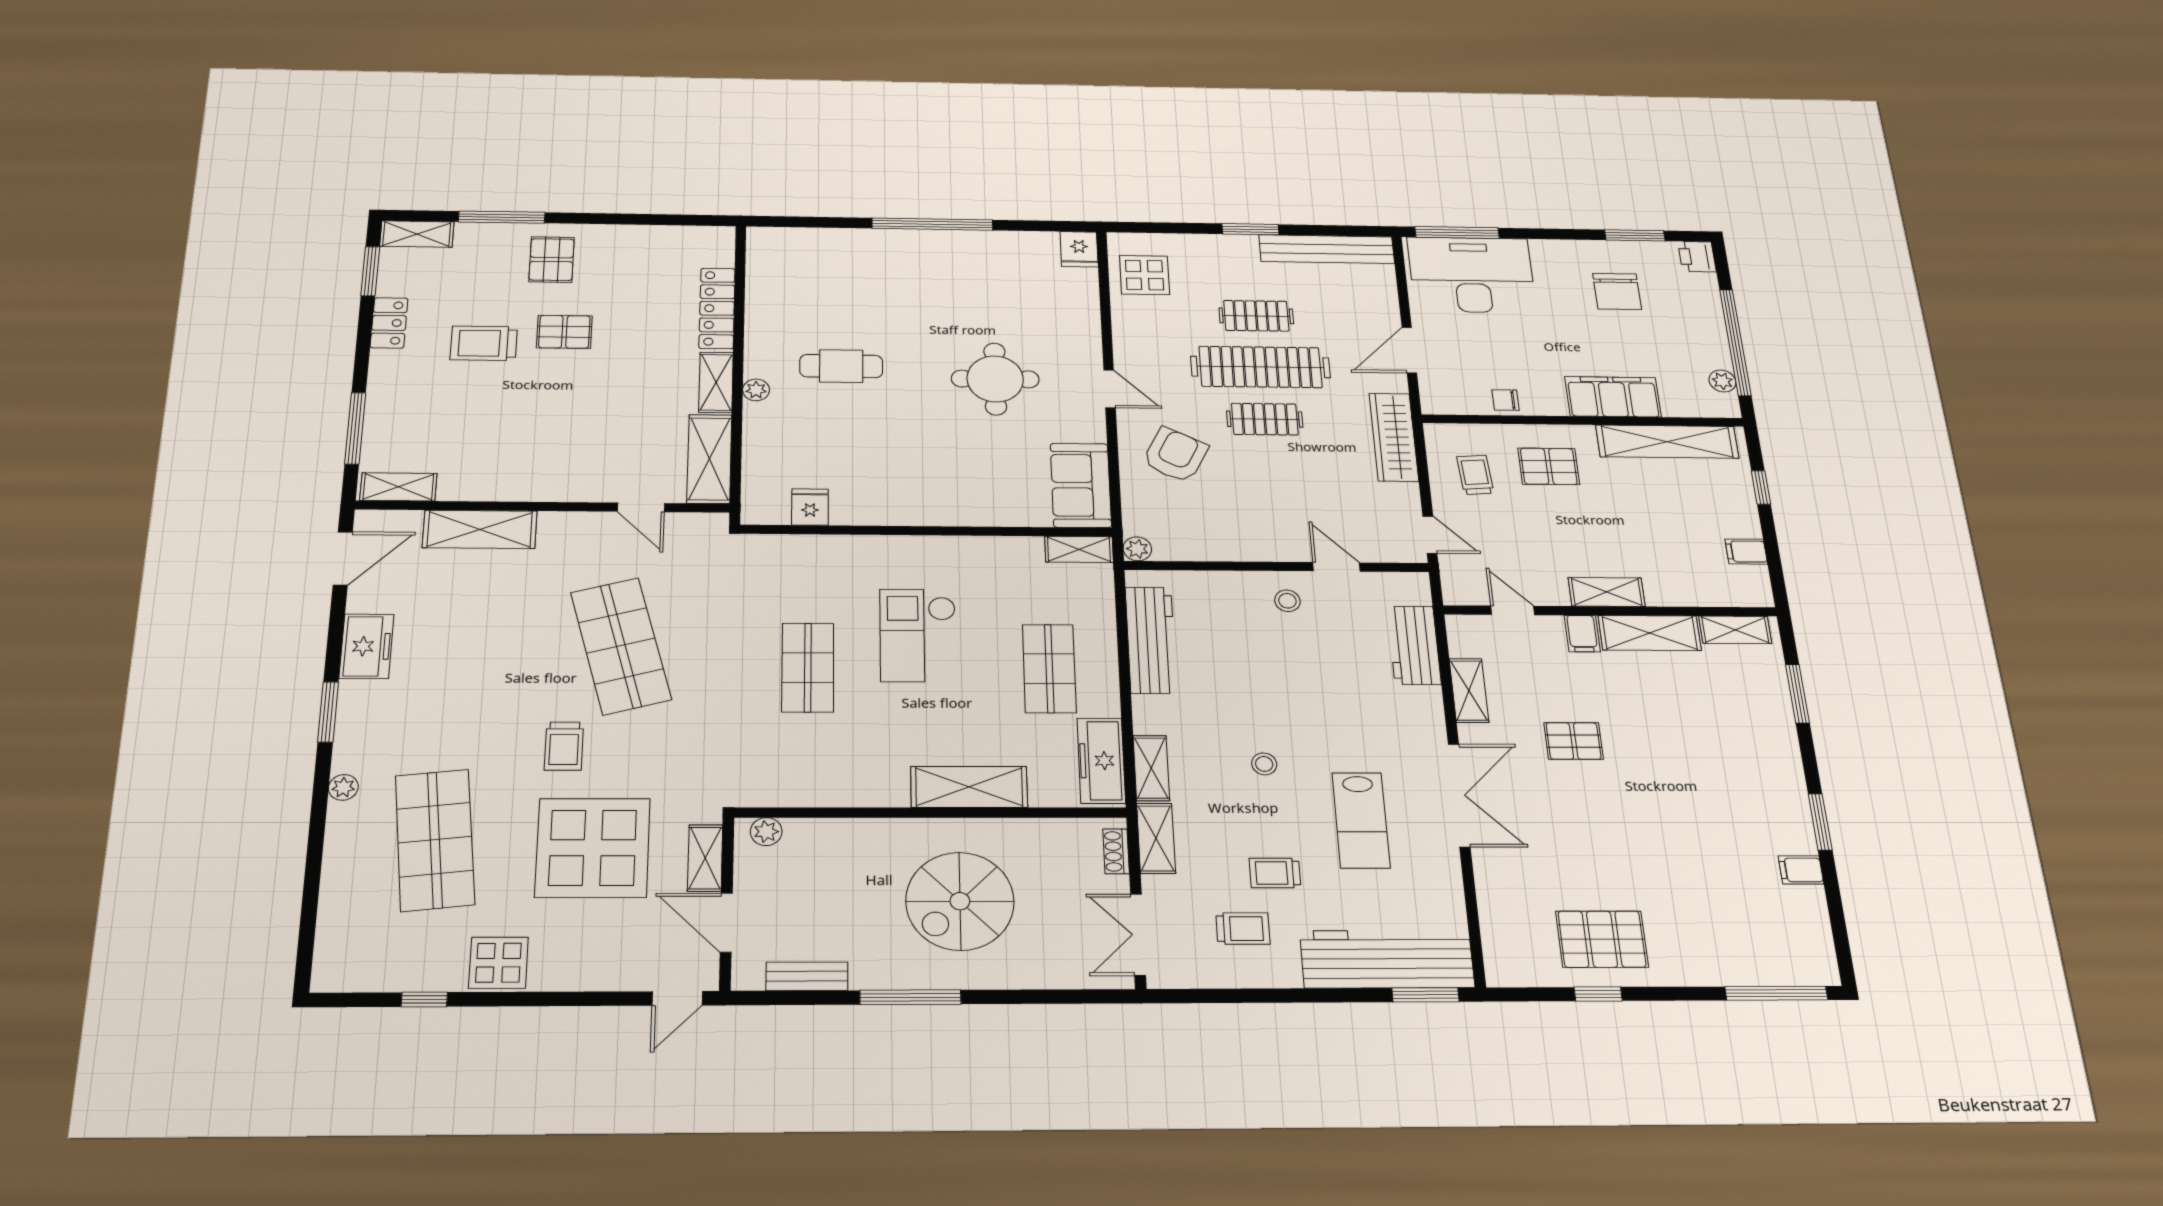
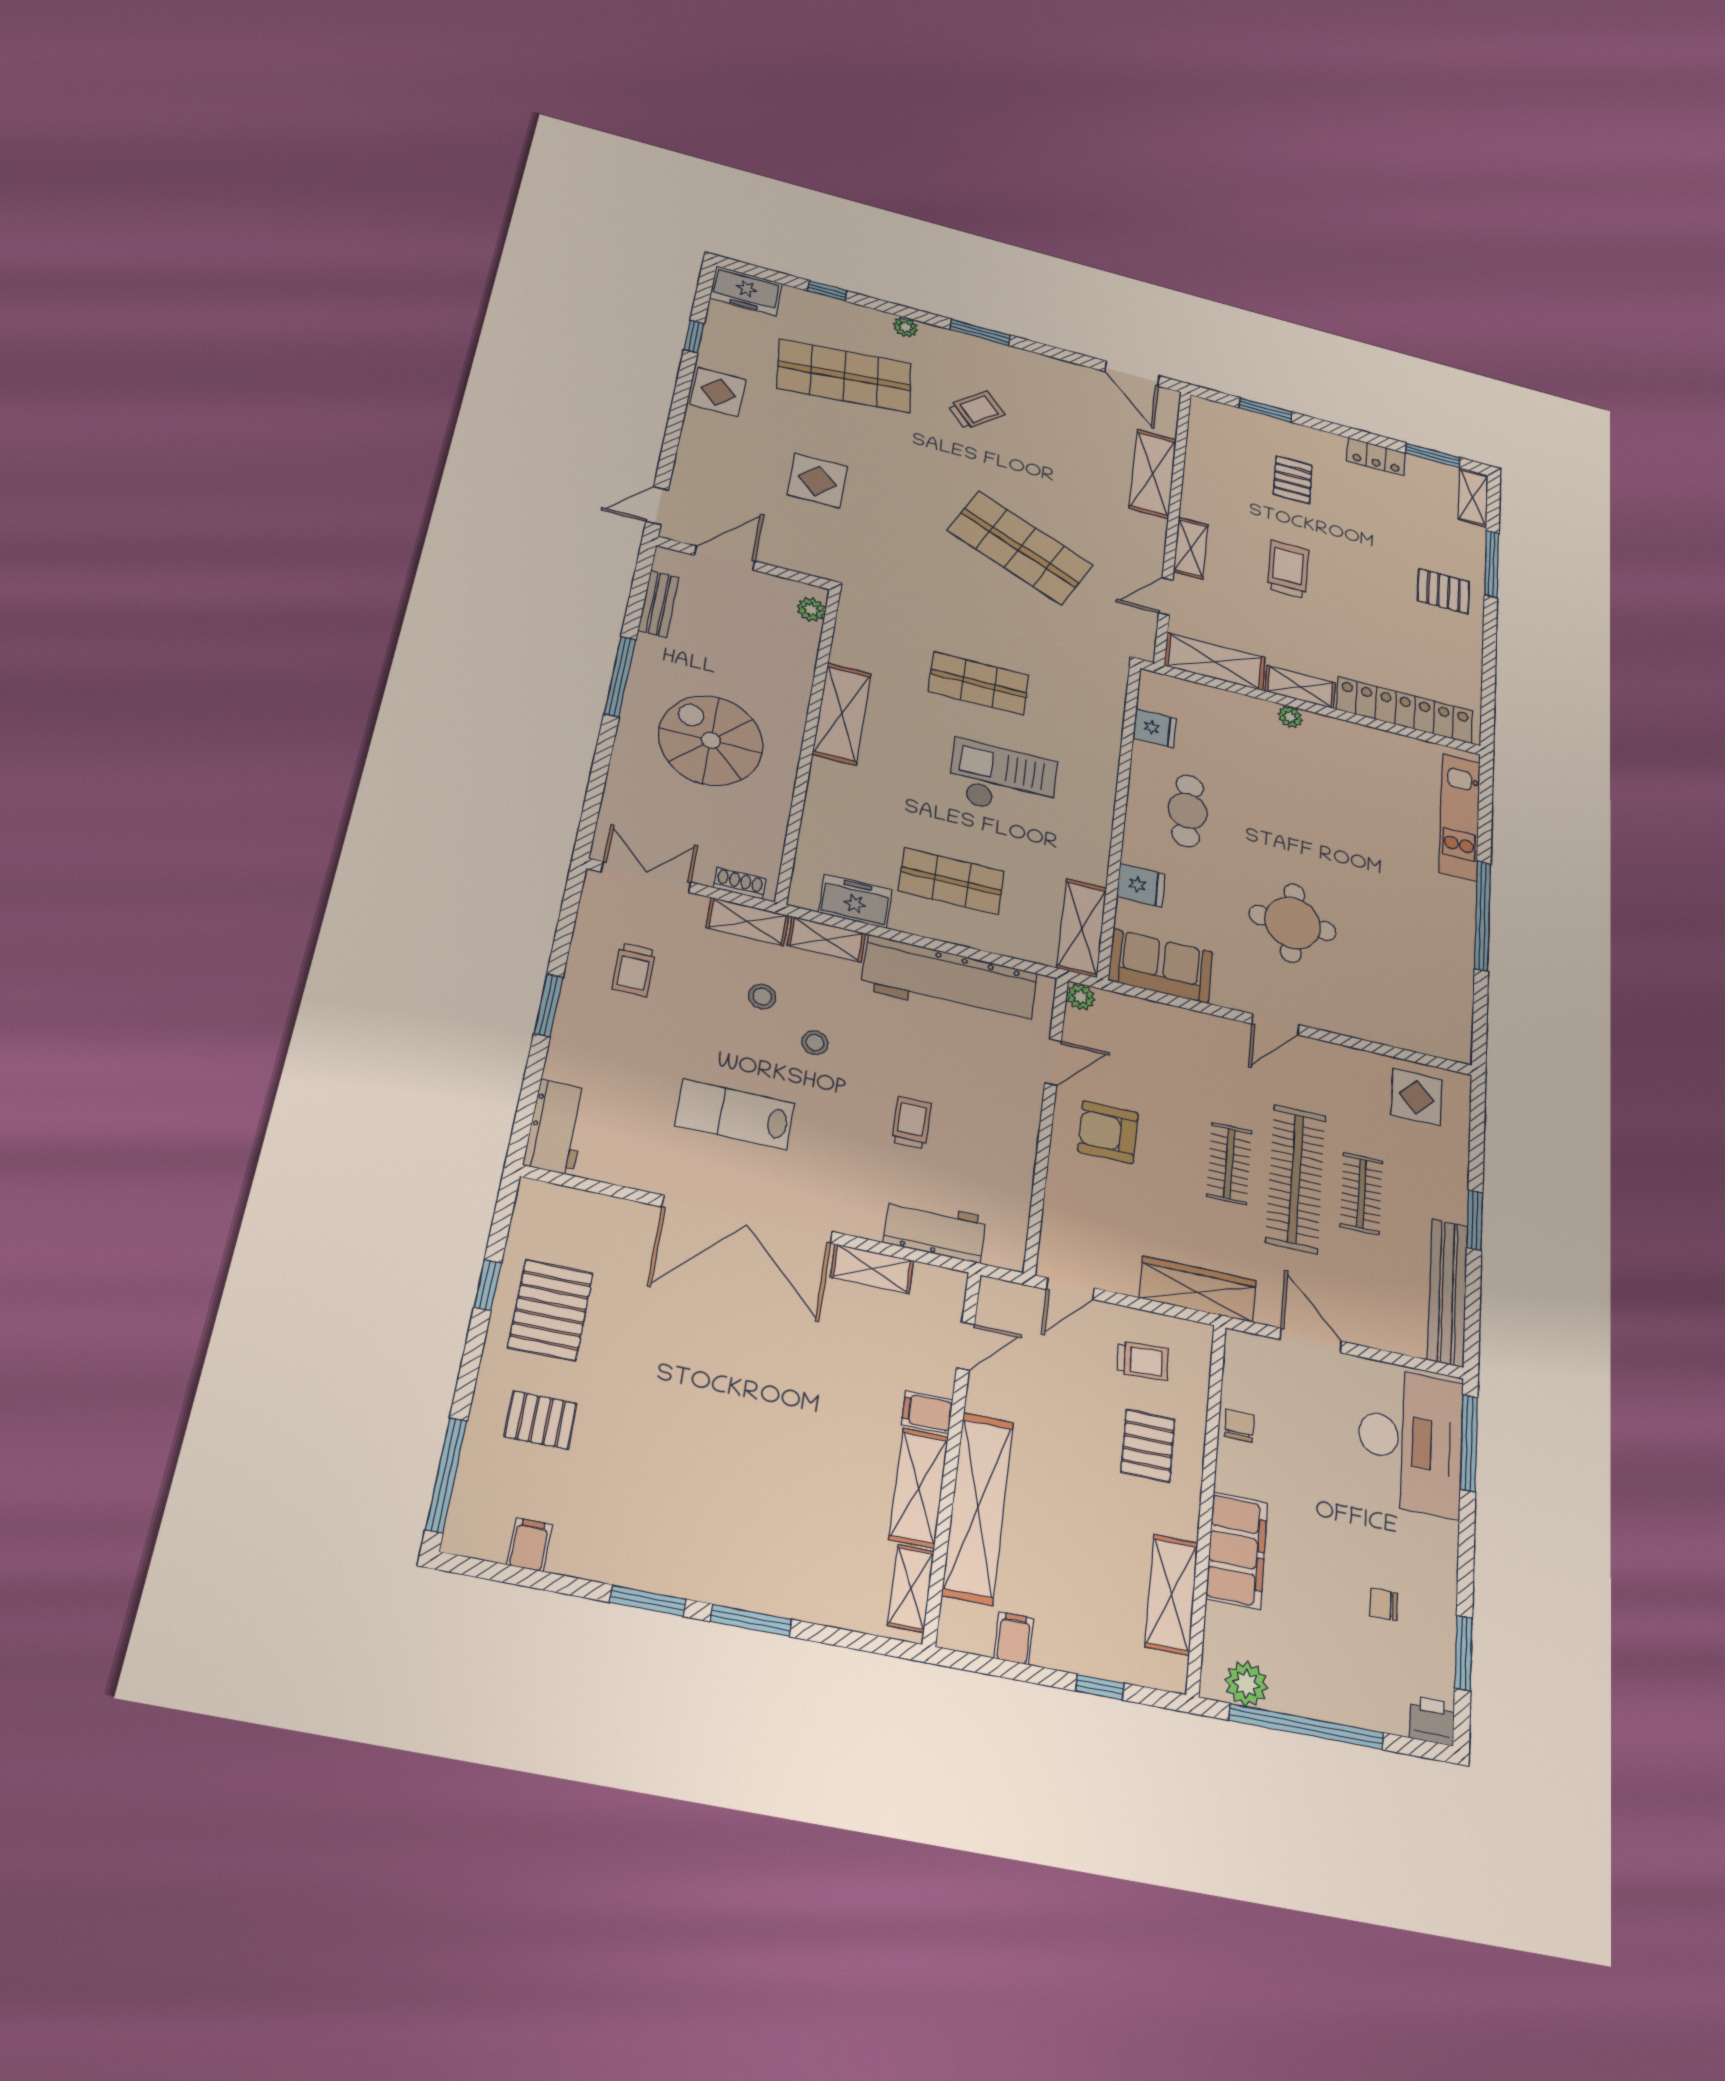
kitchen unit: (826, 243) -> (1460, 817), added
fridge: (1079, 249) -> (1141, 885), moved, turned 180
chair: (1617, 291) -> (1384, 1604), width x0.54, depth x0.54
locker: (717, 308) -> (1405, 710), width x1.41, depth x1.21
pallet: (564, 332) -> (1293, 480), moved
trolley: (484, 343) -> (1288, 569), moved
cafe table: (841, 366) -> (1188, 811), moved
plant: (1722, 381) -> (1246, 1684), width x1.38, depth x1.38
window: (355, 428) -> (1265, 410), width x0.69
shelving: (1667, 442) -> (1171, 1594), width x0.68
armchair: (1175, 455) -> (1108, 1132), moved, turned 153
shelving: (398, 487) -> (1191, 548), moved
shelving: (1079, 549) -> (1082, 928), width x1.50, depth x1.33
door: (1336, 567) -> (1053, 1062), moved
shelving: (1607, 592) -> (978, 1508), width x2.20, depth x1.33
stool: (1287, 601) -> (762, 996), moved
workbench: (1151, 640) -> (949, 981), width x1.36, depth x1.32
freezer: (366, 646) -> (746, 291), moved
shop shelf: (621, 646) -> (1020, 548), turned 39
window: (1797, 694) -> (751, 1620), moved
pallet: (1574, 741) -> (541, 1420), moved, turned 90
trolley: (564, 746) -> (976, 410), moved, turned 139
freezer: (1101, 761) -> (855, 901), width x0.71
shelving: (969, 787) -> (842, 714), moved
double door: (1459, 795) -> (748, 1219), width x1.36
display table: (593, 848) -> (817, 481), width x0.54, depth x0.54
shelving: (705, 858) -> (792, 558), removed
filing cabinet: (1801, 870) -> (529, 1545), moved
window: (313, 873) -> (827, 291), added
trolley: (1275, 873) -> (911, 1123), moved
workbench: (1387, 959) -> (557, 1127), width x0.53, depth x0.76
window: (1425, 995) -> (548, 1005), moved
door: (677, 998) -> (657, 506), hinge flipped

